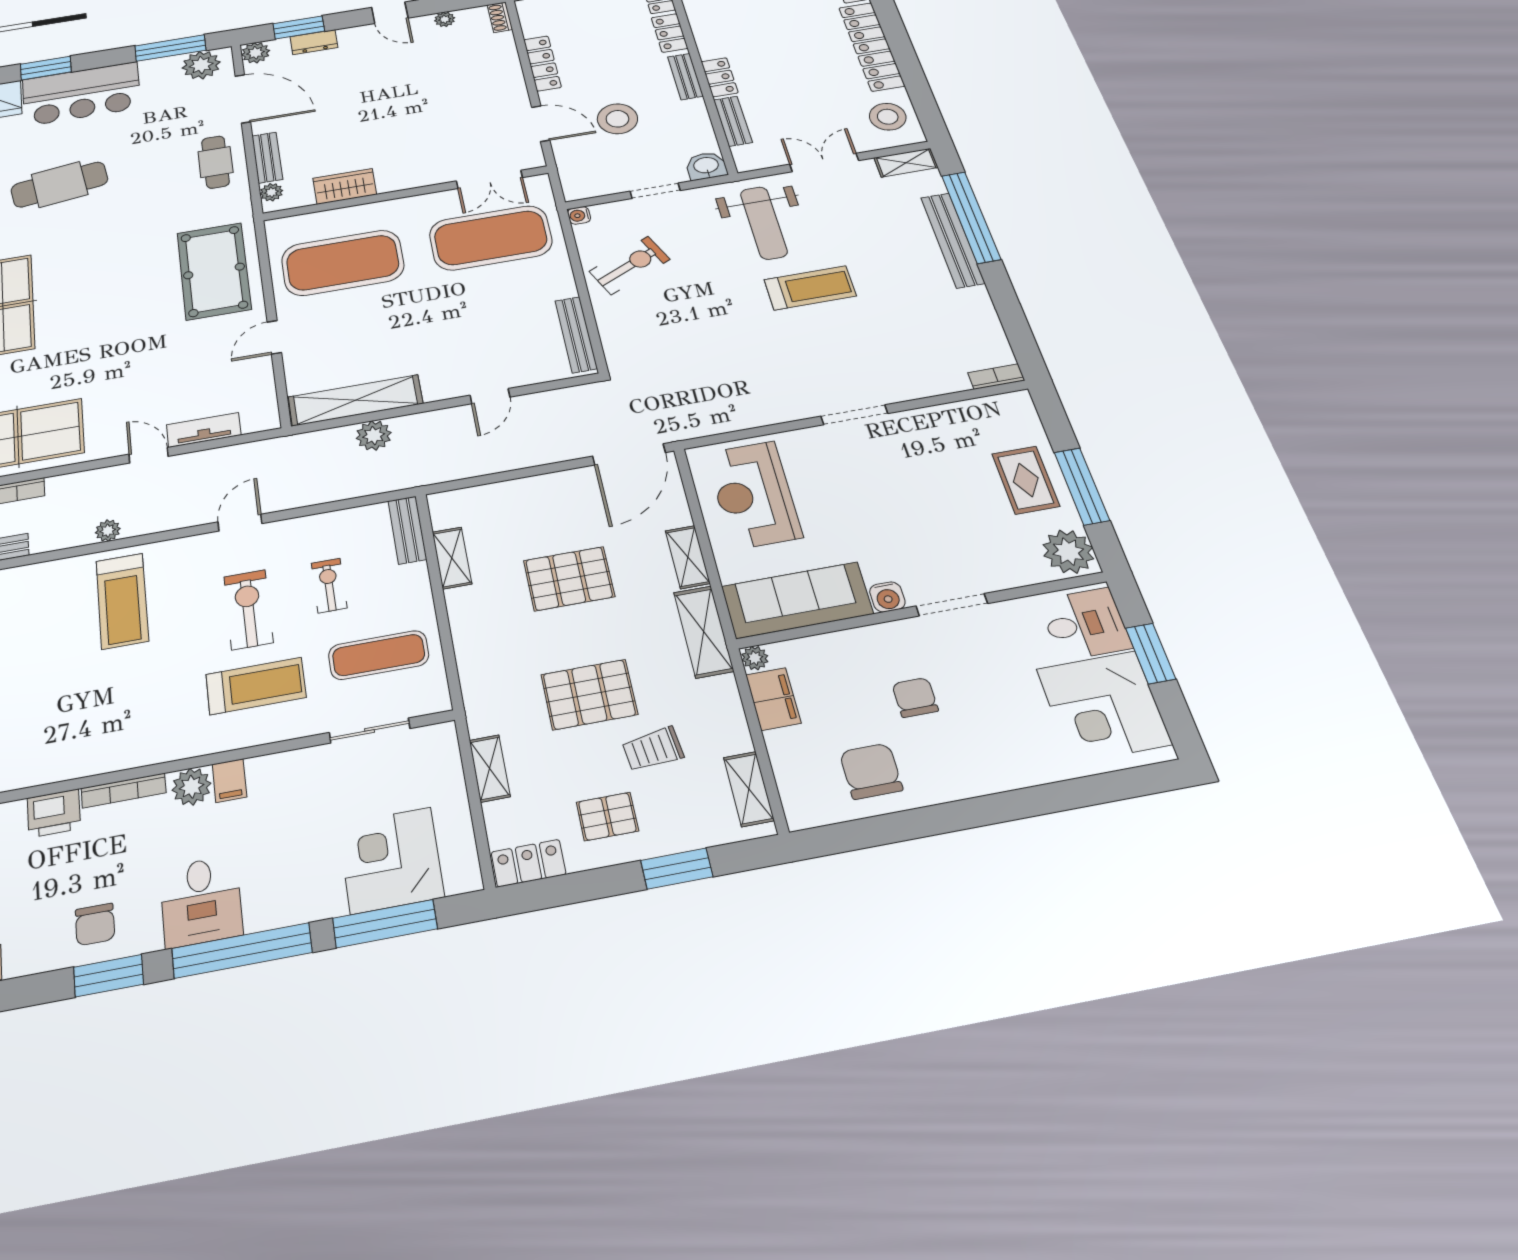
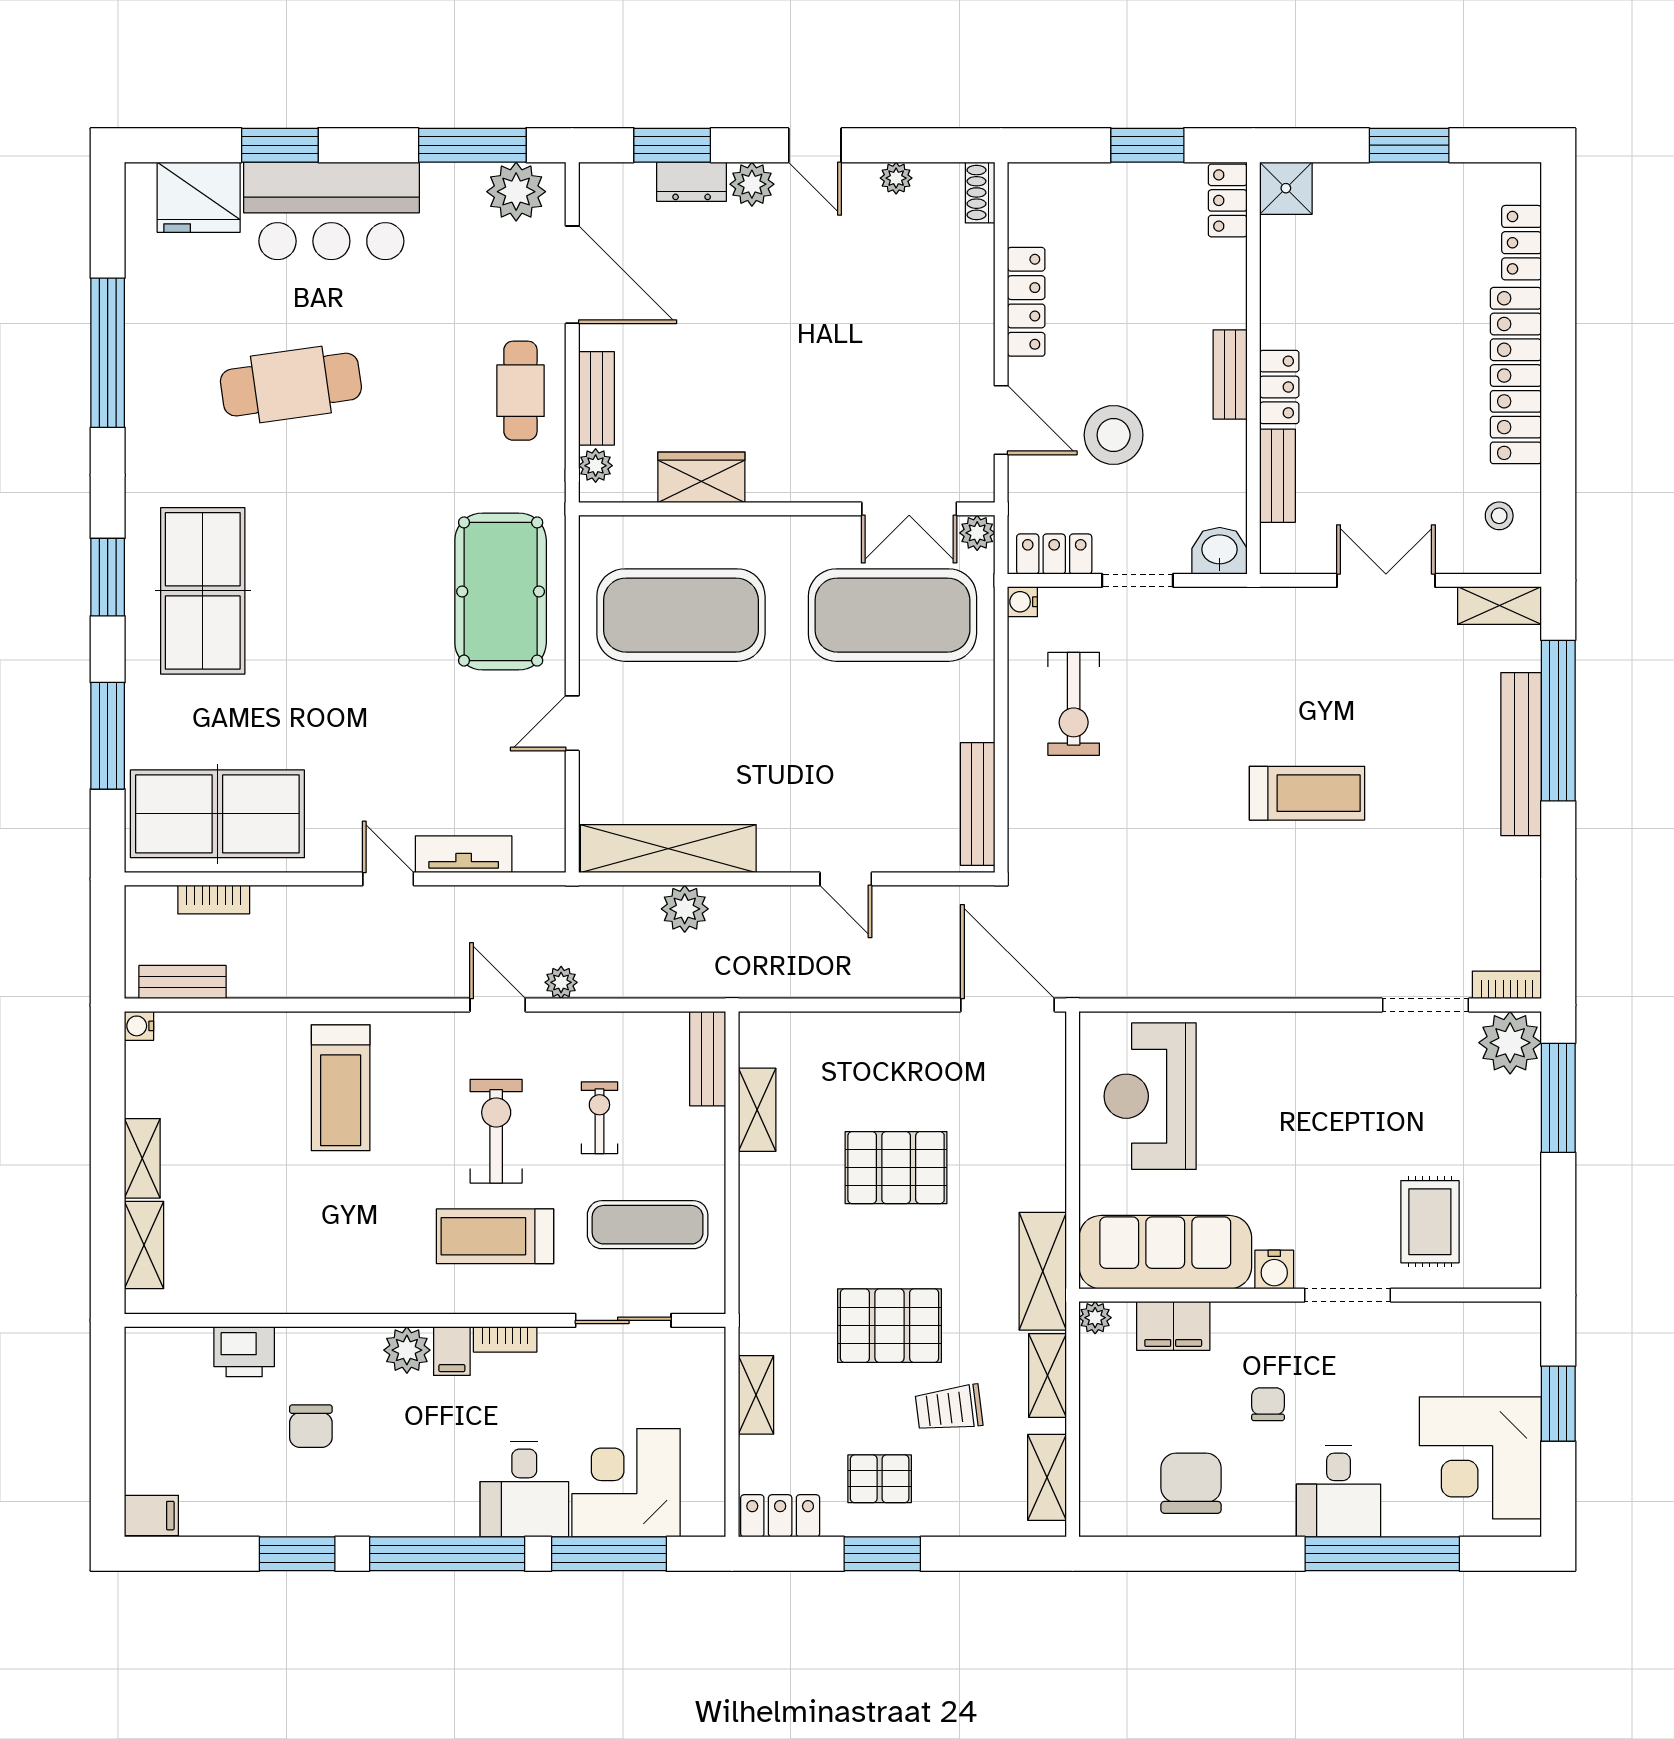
locker: (670, 33) -> (1054, 554), moved, turned 90
plant: (256, 53) -> (752, 184), moved
stool: (888, 117) -> (1499, 516), width x0.53, depth x0.53
plant: (539, 184) -> (977, 533), added
weight bench: (764, 223) -> (1274, 670), removed
exercise bike: (630, 265) -> (1074, 704), turned 115
door: (490, 396) -> (846, 879), hinge flipped
doorway: (854, 415) -> (1426, 1005), moved
door: (629, 454) -> (1008, 1005), swing flipped
rug: (1026, 480) -> (1430, 1222), moved
window: (1082, 486) -> (1558, 1098), moved
door: (240, 523) -> (498, 1005), hinge flipped
plant: (108, 531) -> (561, 982), moved
plant: (1068, 552) -> (1510, 1043), moved
shelving: (688, 557) -> (1047, 1375), moved
desk: (1085, 624) -> (1339, 1491), moved, turned 90
treadmill: (256, 686) -> (495, 1236), turned 180
chair: (915, 697) -> (1268, 1404), width x0.73, depth x0.73
filing cabinet: (773, 699) -> (1173, 1326), moved, turned 90
bookcase: (124, 791) -> (505, 1339), moved, width x0.64
window: (1051, 798) -> (1382, 1554), added
window: (677, 869) -> (882, 1554), moved
desk: (201, 901) -> (524, 1489), moved
chair: (95, 924) -> (311, 1426), moved

